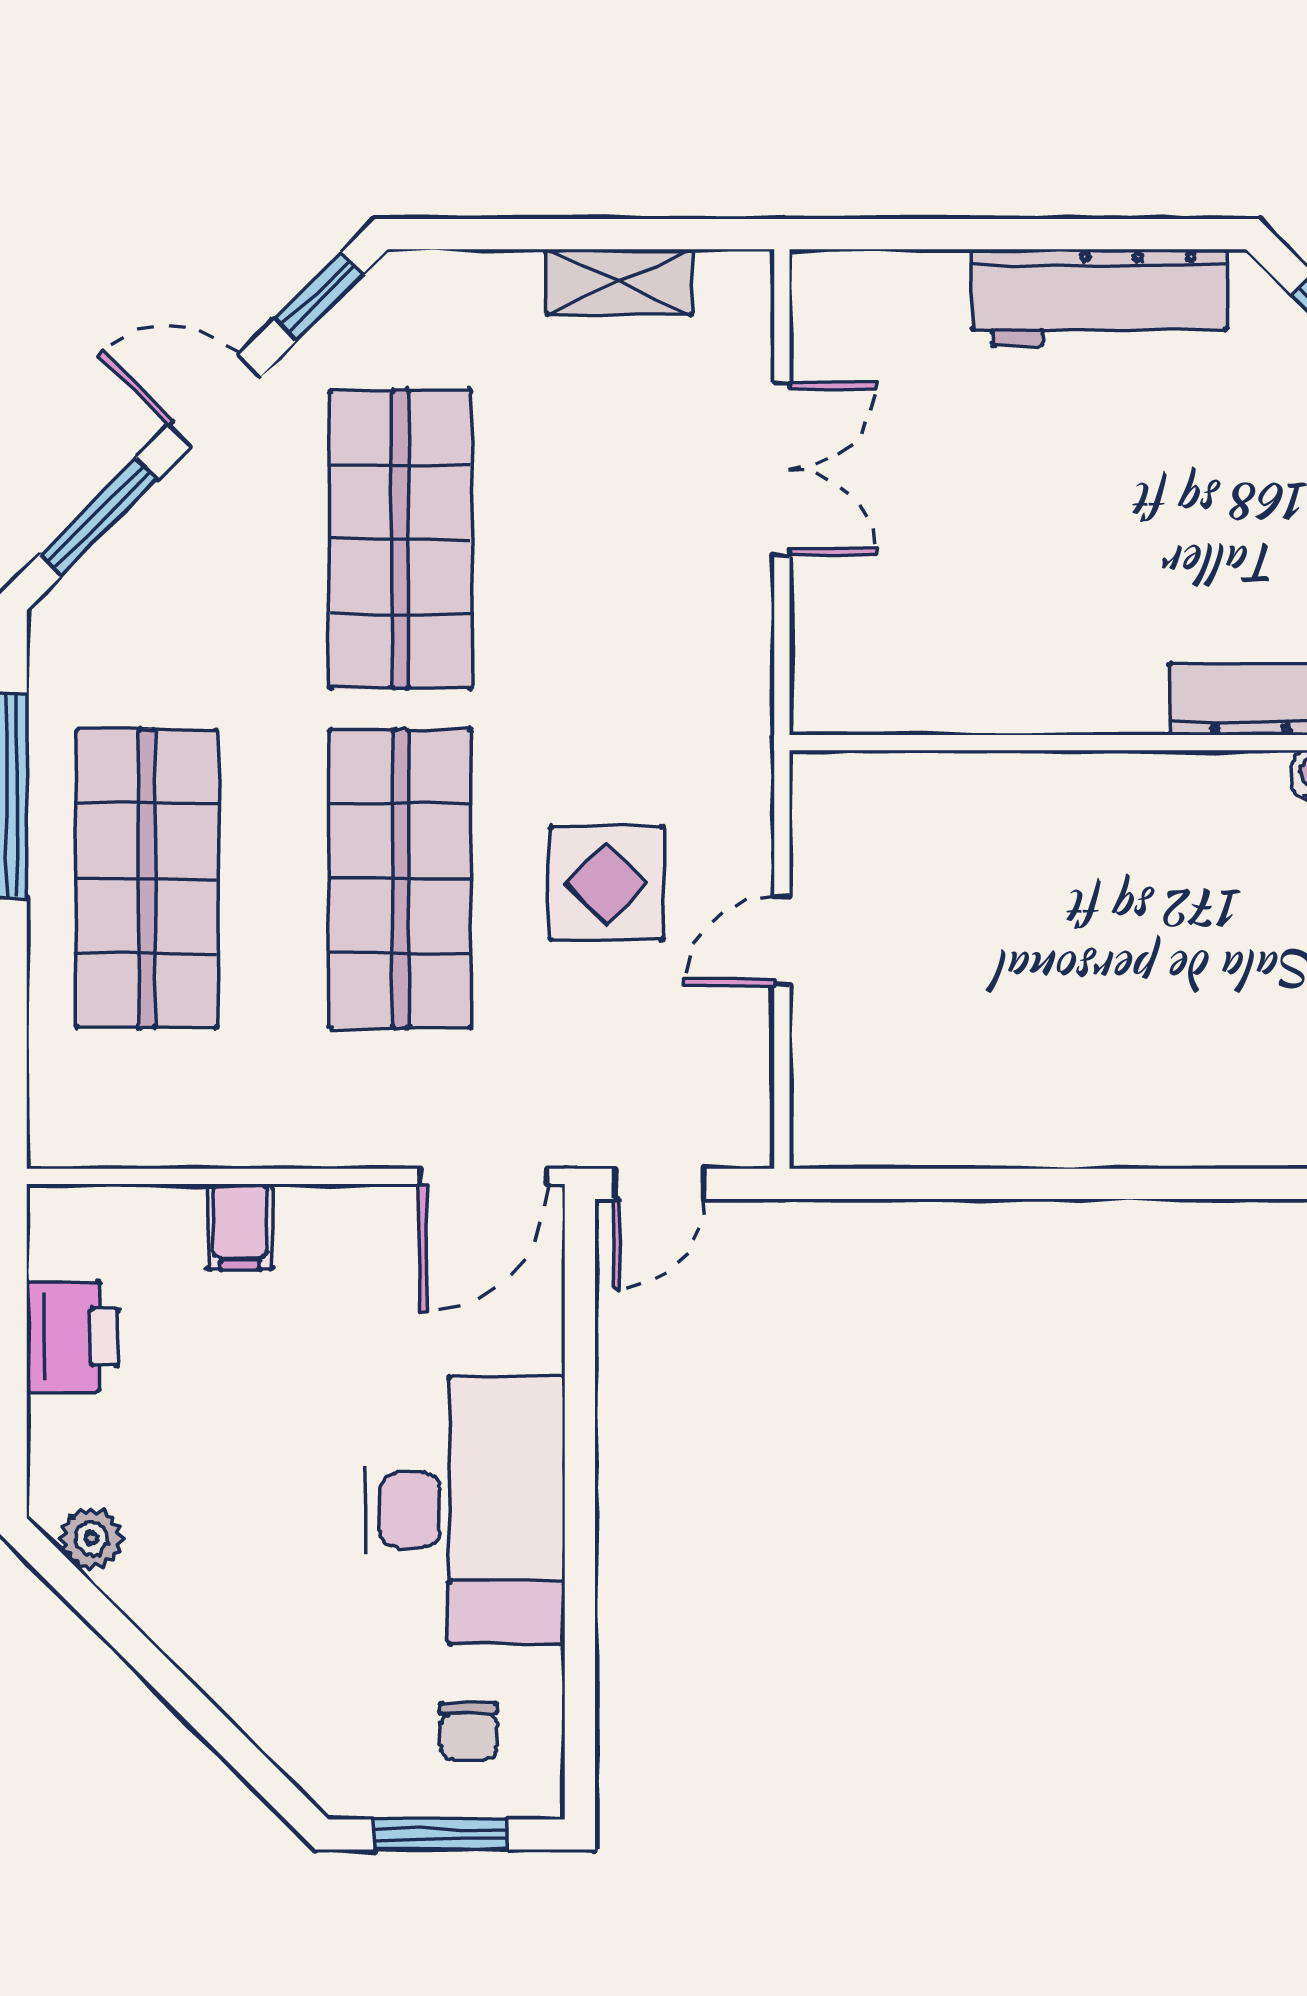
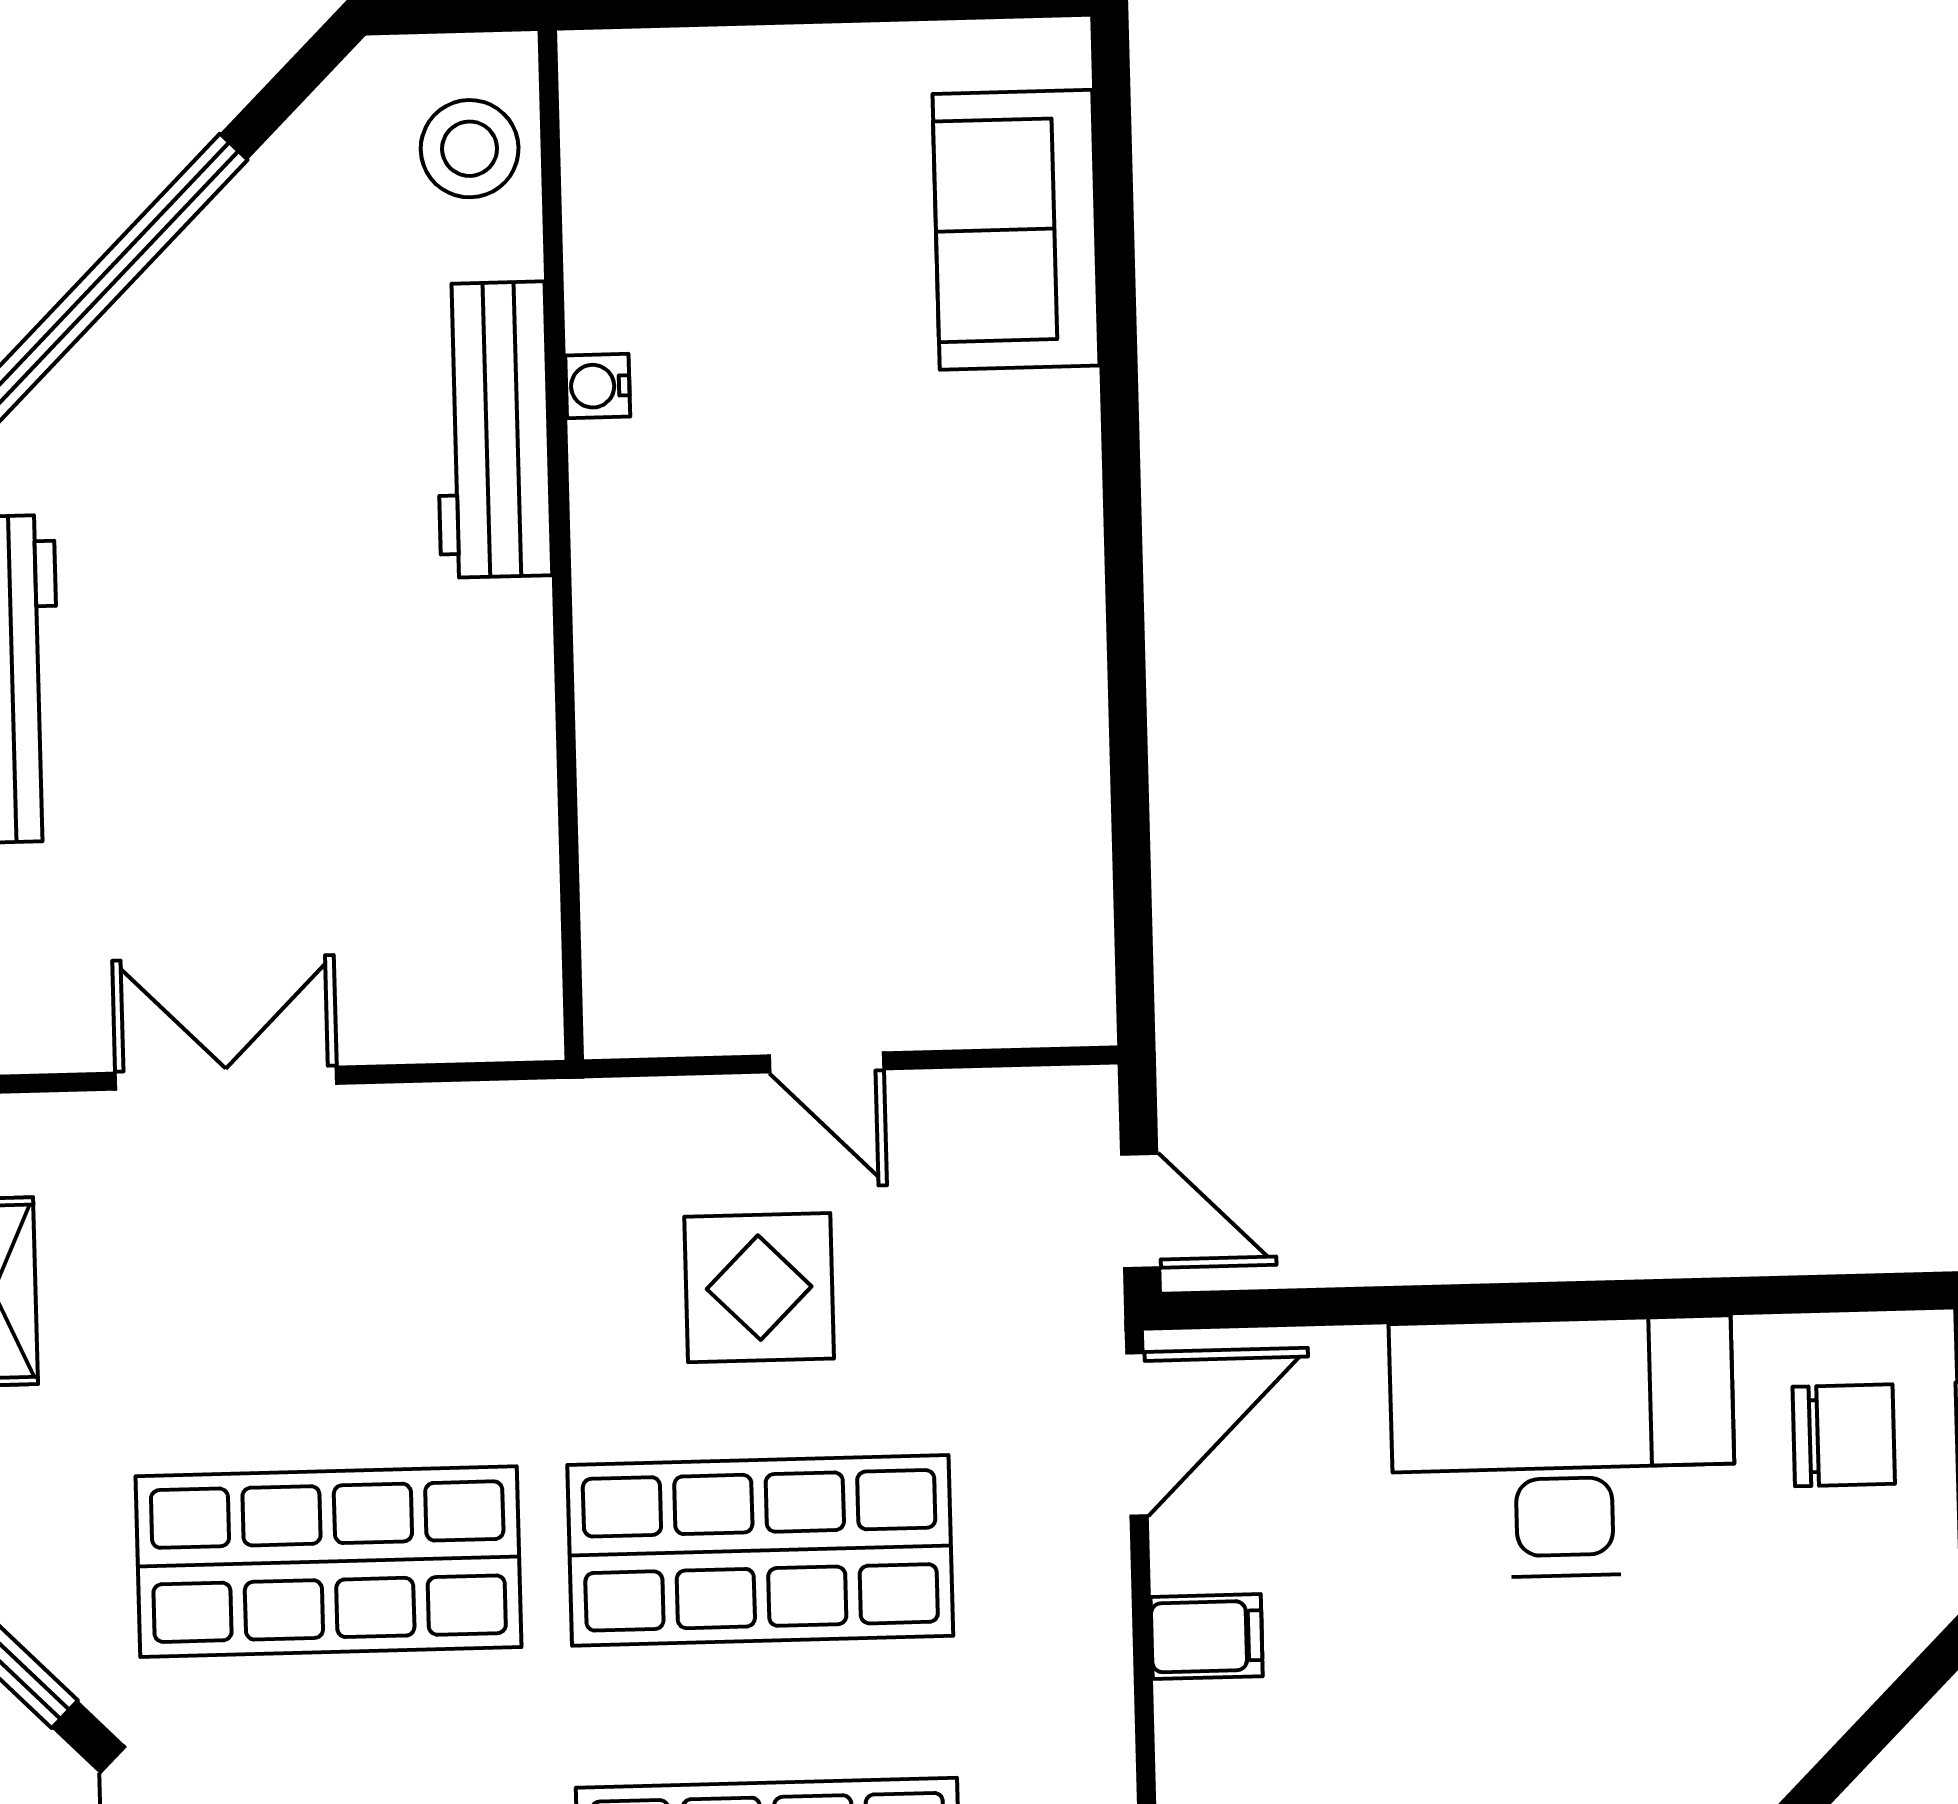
door: (484, 1176) -> (1137, 1434), hinge flipped
filing cabinet: (240, 1227) -> (1207, 1637), moved
chair: (468, 1731) -> (1844, 1435), width x1.37, depth x1.37

